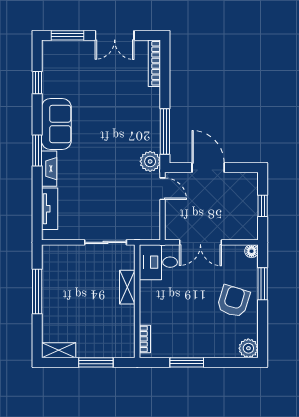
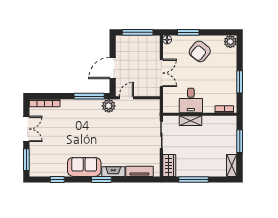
window: (263, 206) -> (138, 32), width x2.17
wardrobe: (59, 254) -> (169, 165), added
desk: (158, 262) -> (191, 100), moved
armchair: (233, 301) -> (200, 51), turned -68

